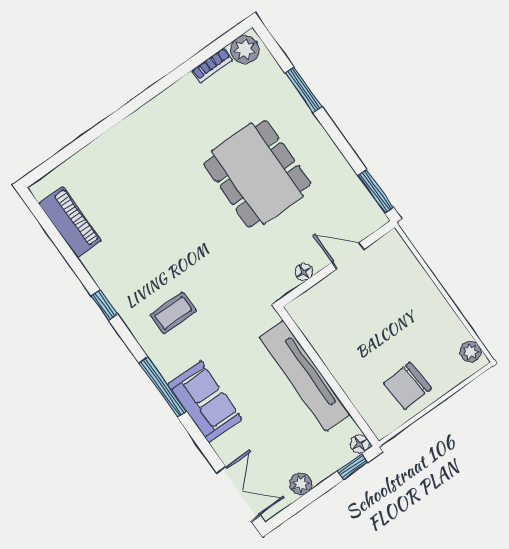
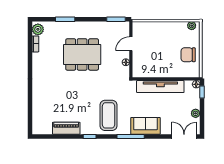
piano: (70, 222) -> (66, 128), moved
coffee table: (173, 313) -> (109, 115), width x1.86, depth x1.72
chair: (407, 386) -> (188, 55), turned 94

